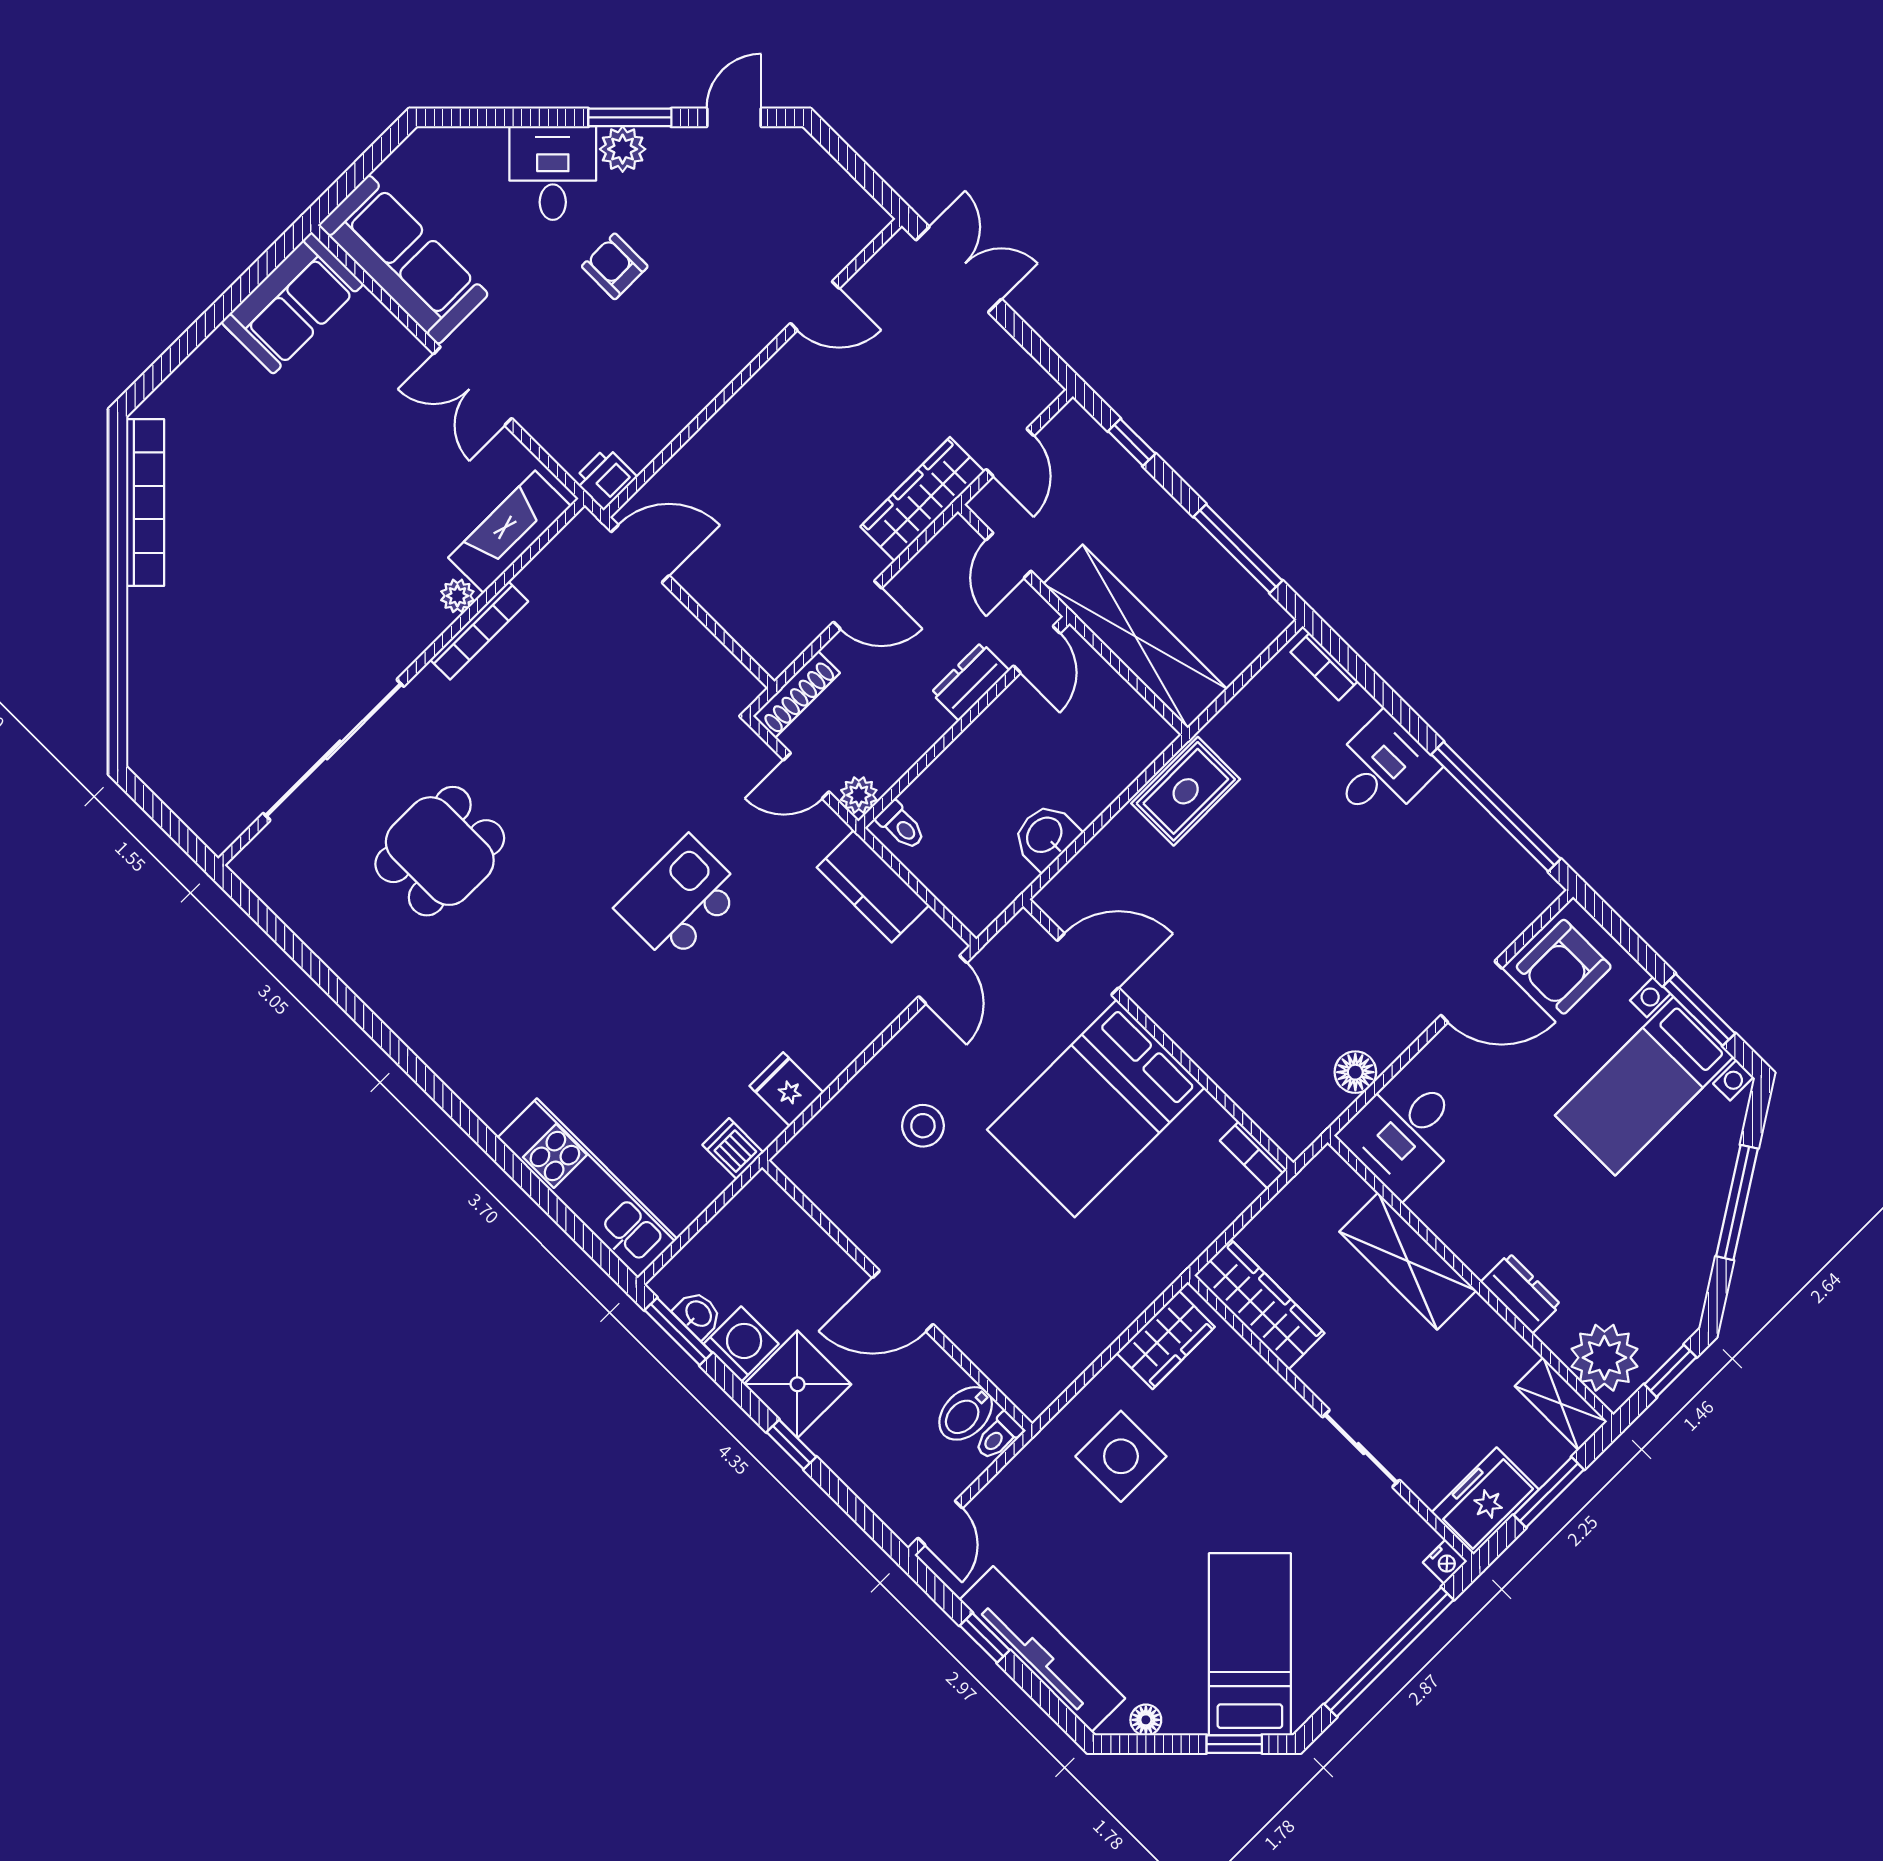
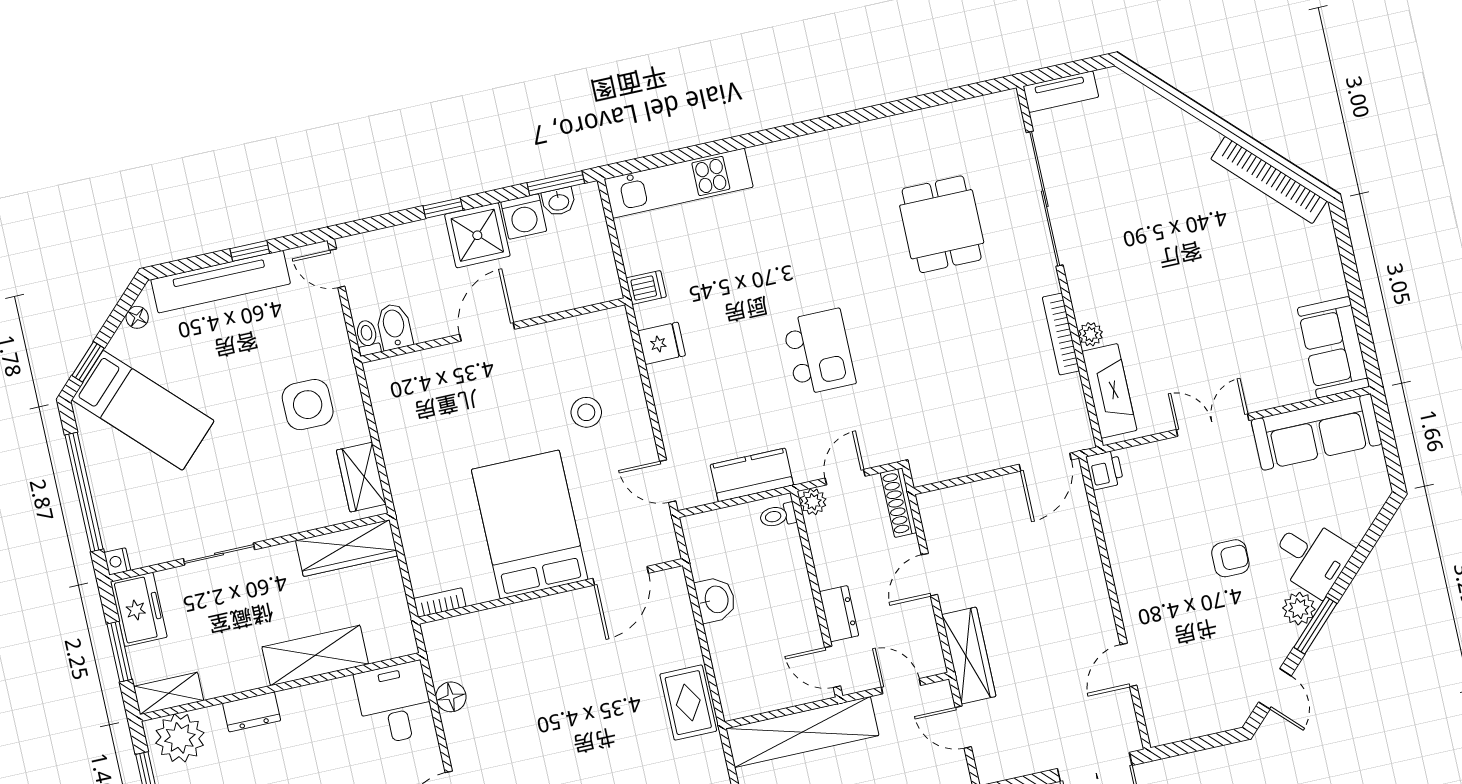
tv unit: (197, 811) -> (1061, 92), added

